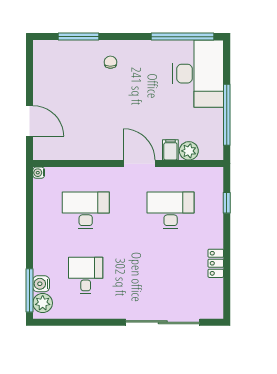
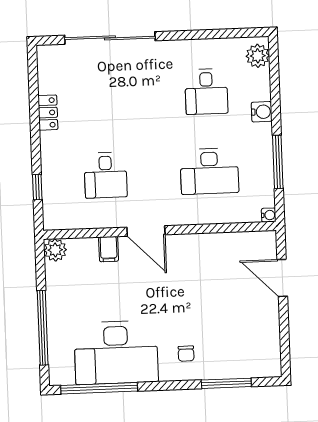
desk: (198, 74) -> (116, 353), moved, turned -90
window: (227, 115) -> (43, 328), moved
plant: (189, 151) -> (55, 250), moved
desk: (171, 210) -> (106, 175), width x0.73
water cooler: (41, 284) -> (262, 112), moved
window: (30, 290) -> (278, 162), moved

